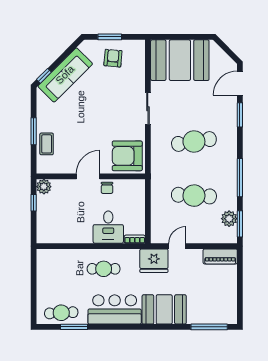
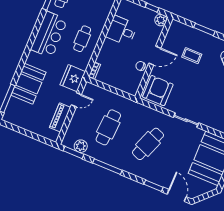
cafe table: (194, 142) -> (148, 144), turned 30
coffee table: (47, 144) -> (192, 56), moved
door: (88, 176) -> (155, 56), hinge flipped
desk: (108, 227) -> (121, 31), moved
door: (177, 246) -> (76, 100), hinge flipped
piano: (220, 256) -> (60, 117), moved
booth: (164, 309) -> (29, 84), moved

